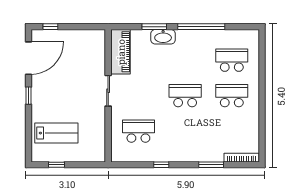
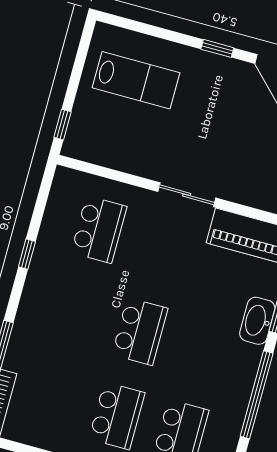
lab bench: (56, 133) -> (136, 80), turned -90
window: (56, 165) -> (62, 125), moved

